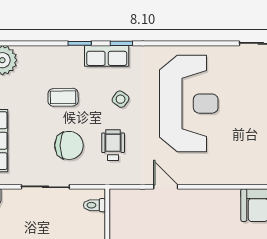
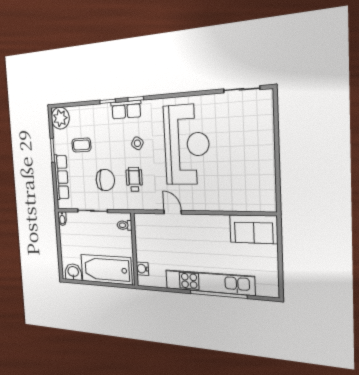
coffee table: (63, 97) -> (81, 145), moved

